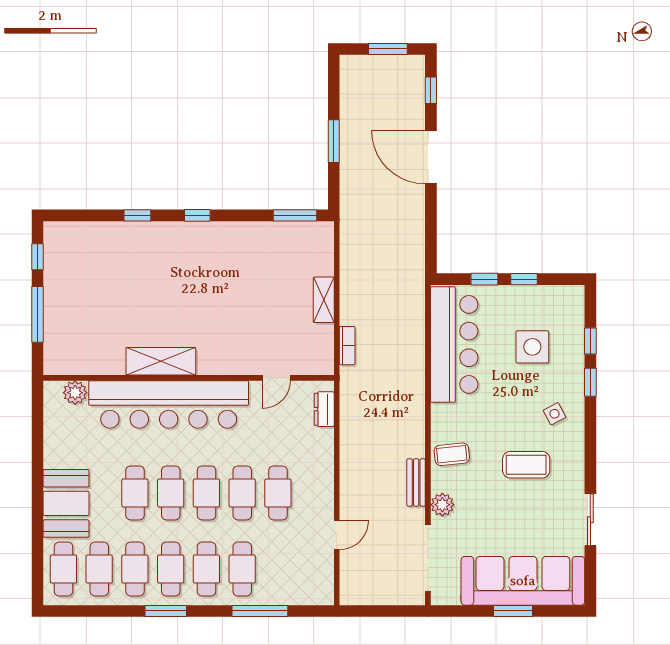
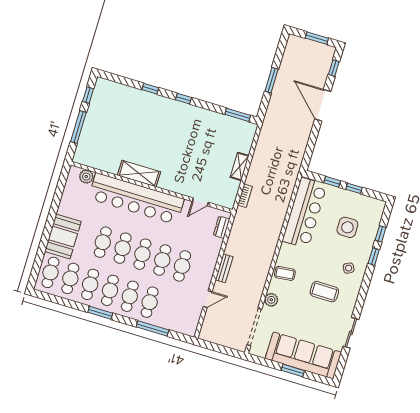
bench: (416, 482) -> (224, 268), moved

